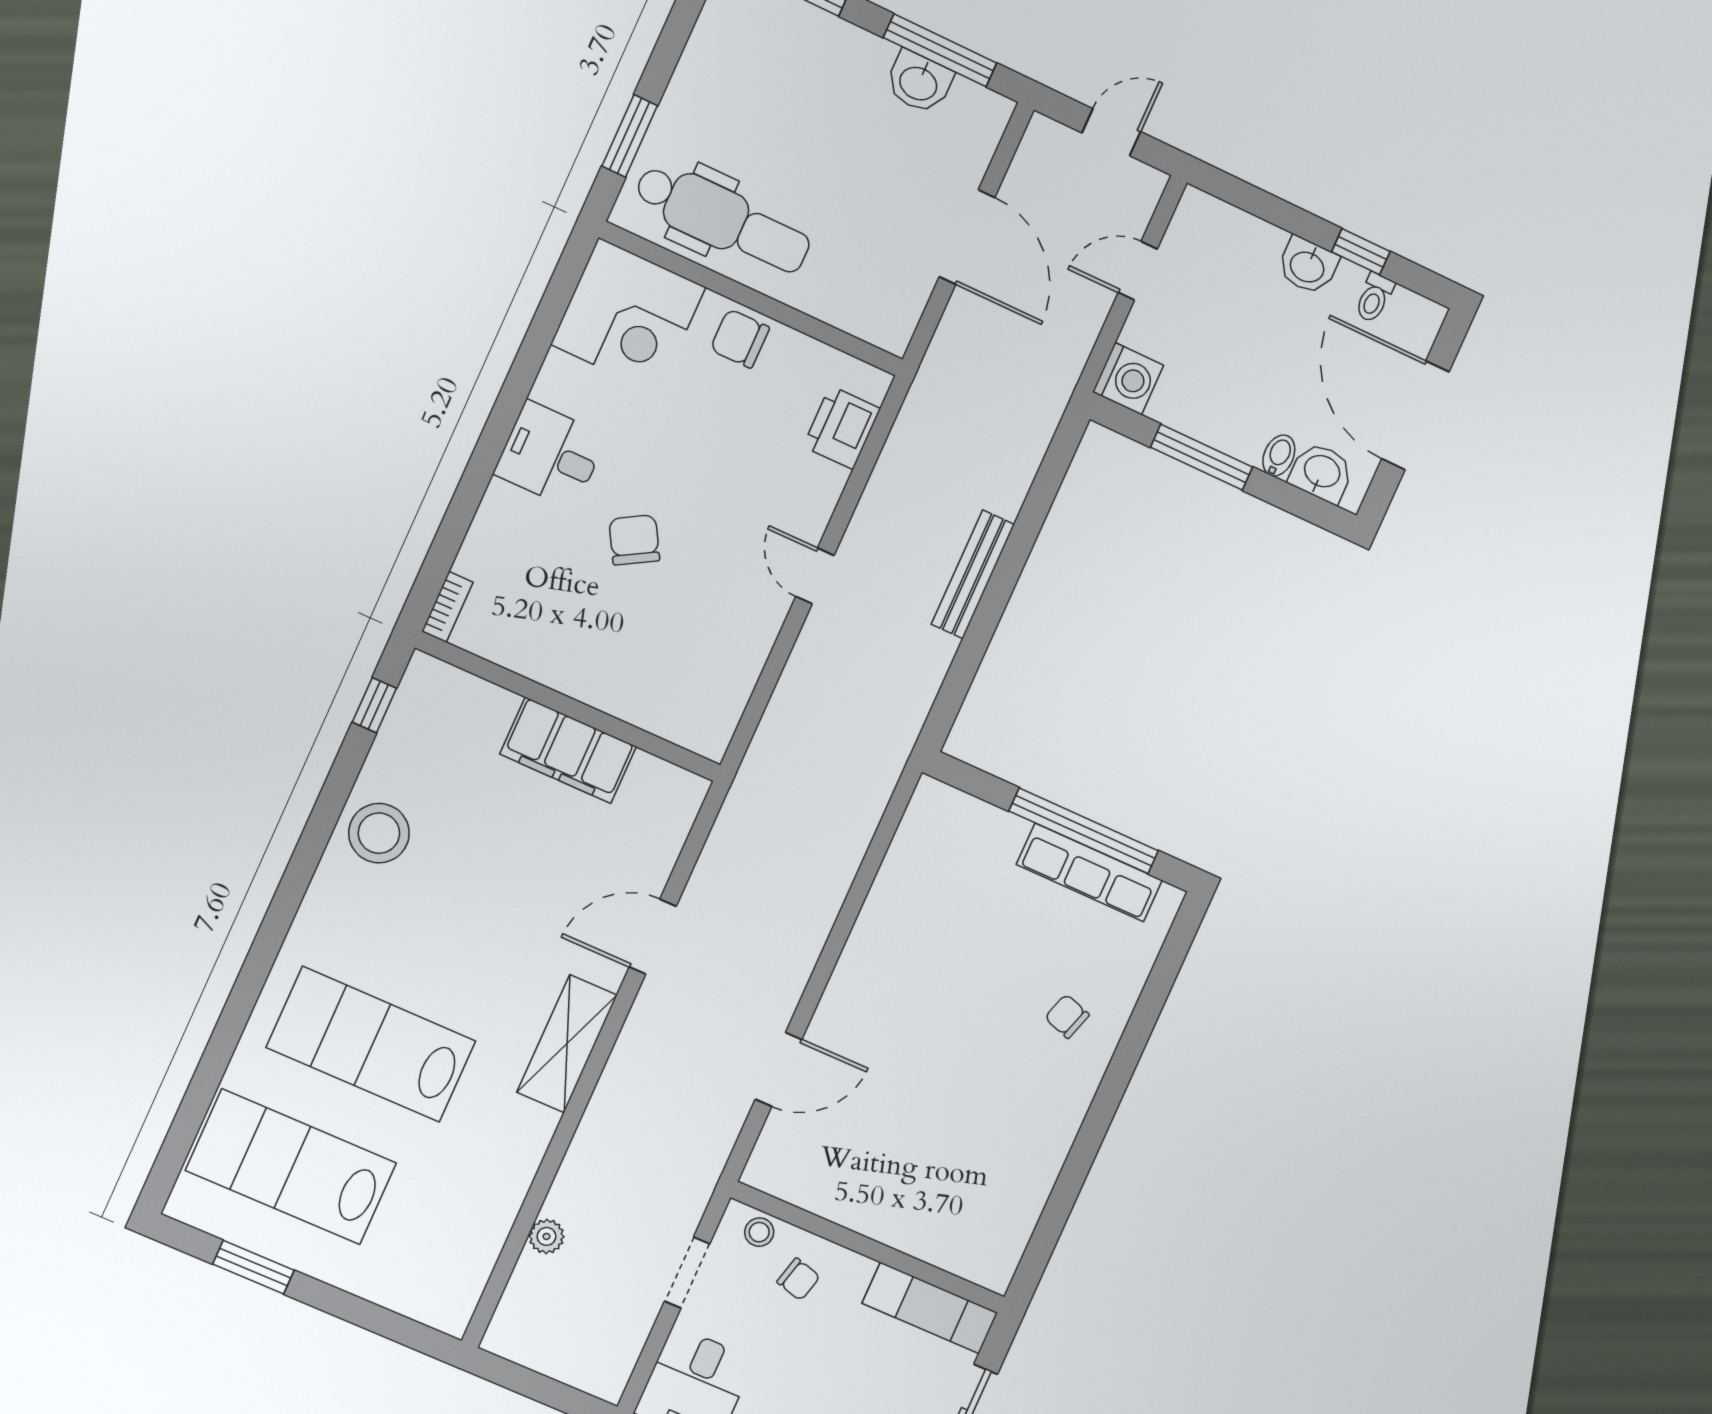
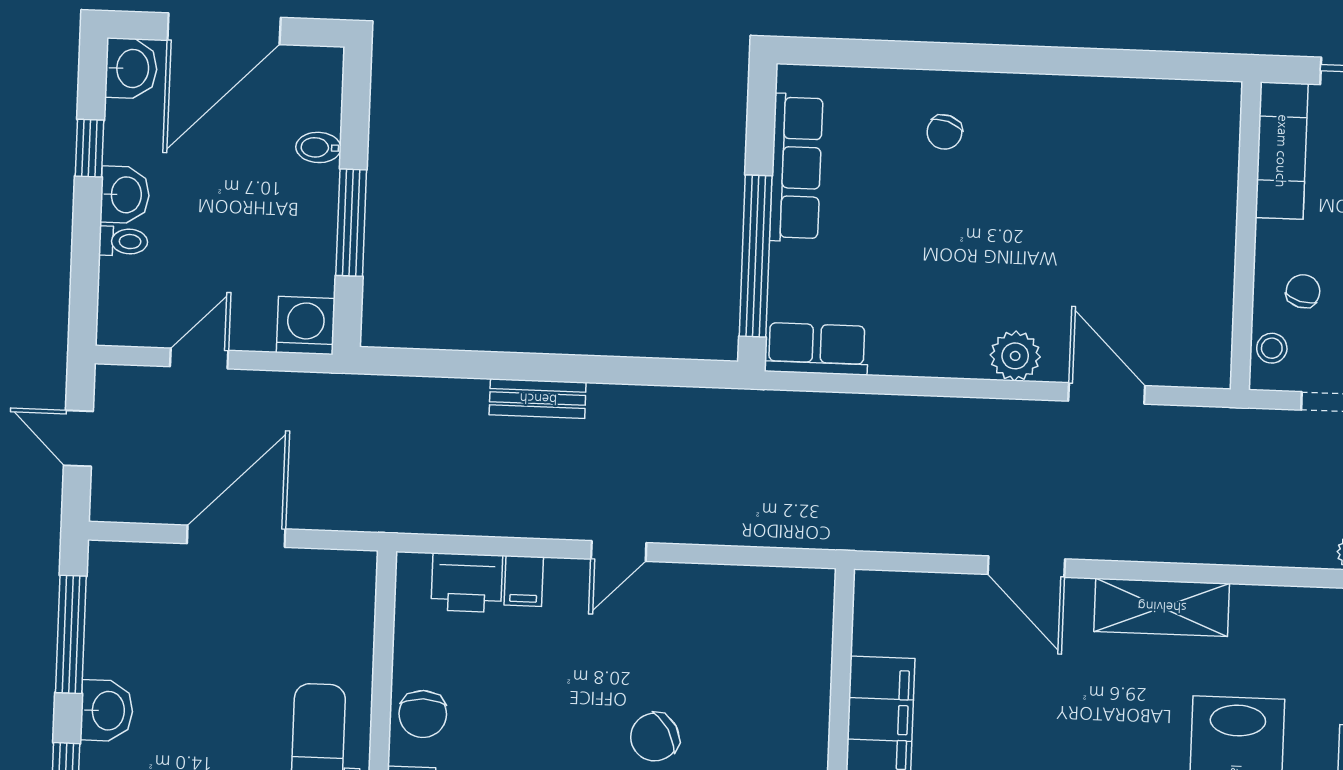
washbasin: (919, 82) -> (107, 711), moved
door: (1138, 271) -> (199, 359), swing flipped
toilet: (1374, 298) -> (123, 241), moved
washbasin: (1322, 472) -> (131, 68), moved, turned 180
filing cabinet: (822, 479) -> (524, 581), added
bench: (973, 574) -> (538, 399), width x0.73
row of seats: (923, 826) -> (817, 349), added
window: (1084, 831) -> (756, 256), moved
plant: (845, 1001) -> (1015, 356), added

